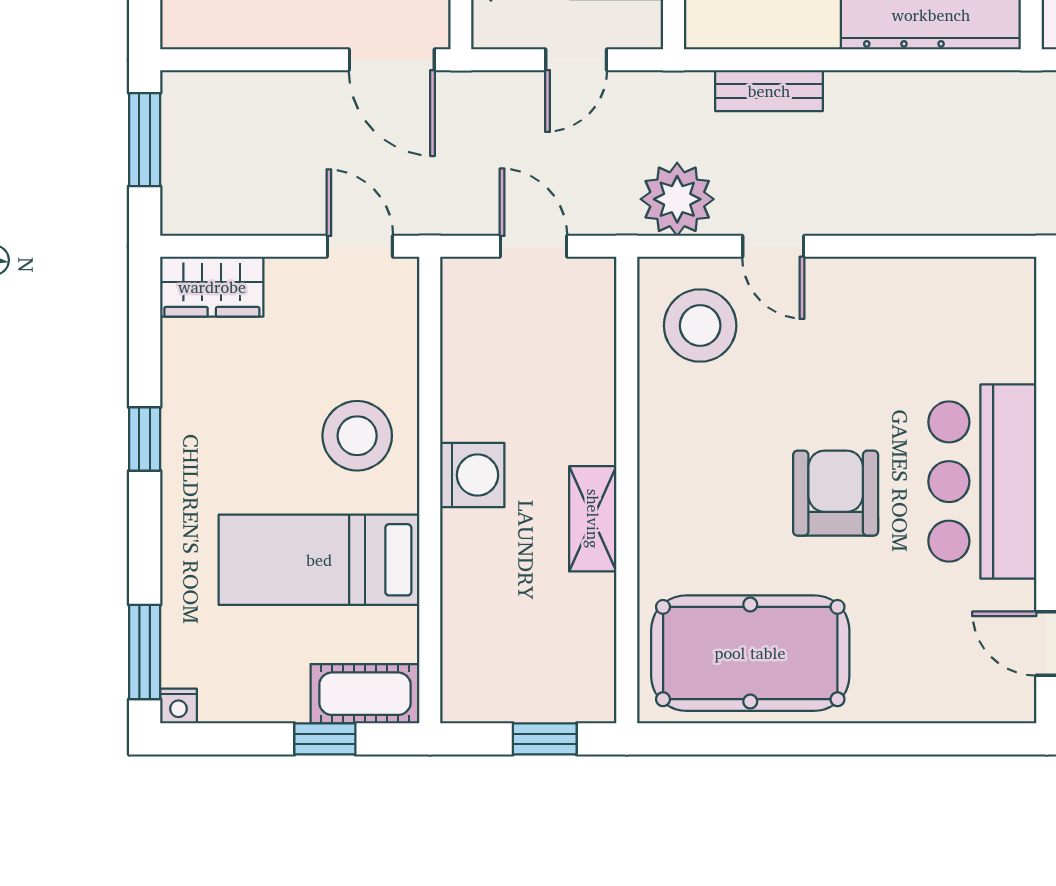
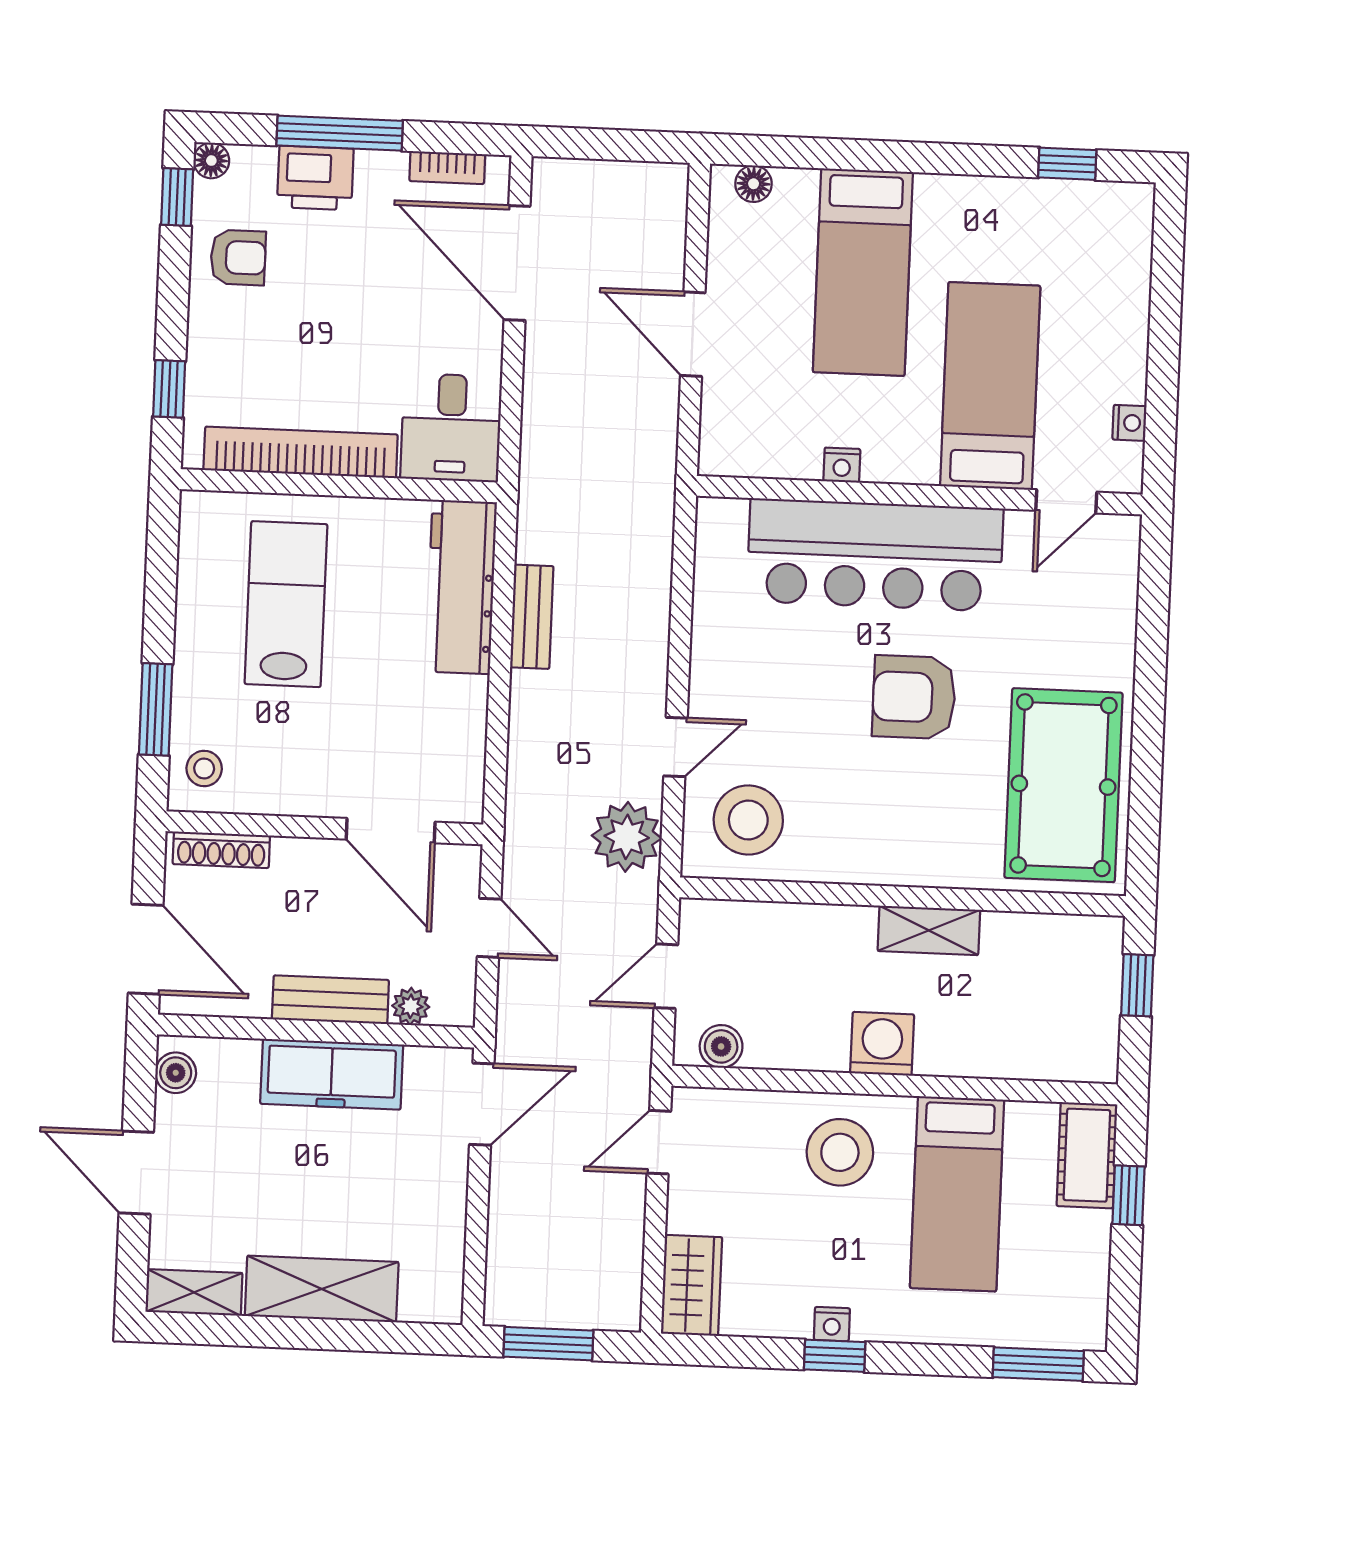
bench: (769, 91) -> (532, 617), moved
boiler: (462, 307) -> (721, 1046), added
bar counter: (982, 482) -> (875, 555), width x1.36
nightstand: (178, 706) -> (832, 1324), moved, turned 90

